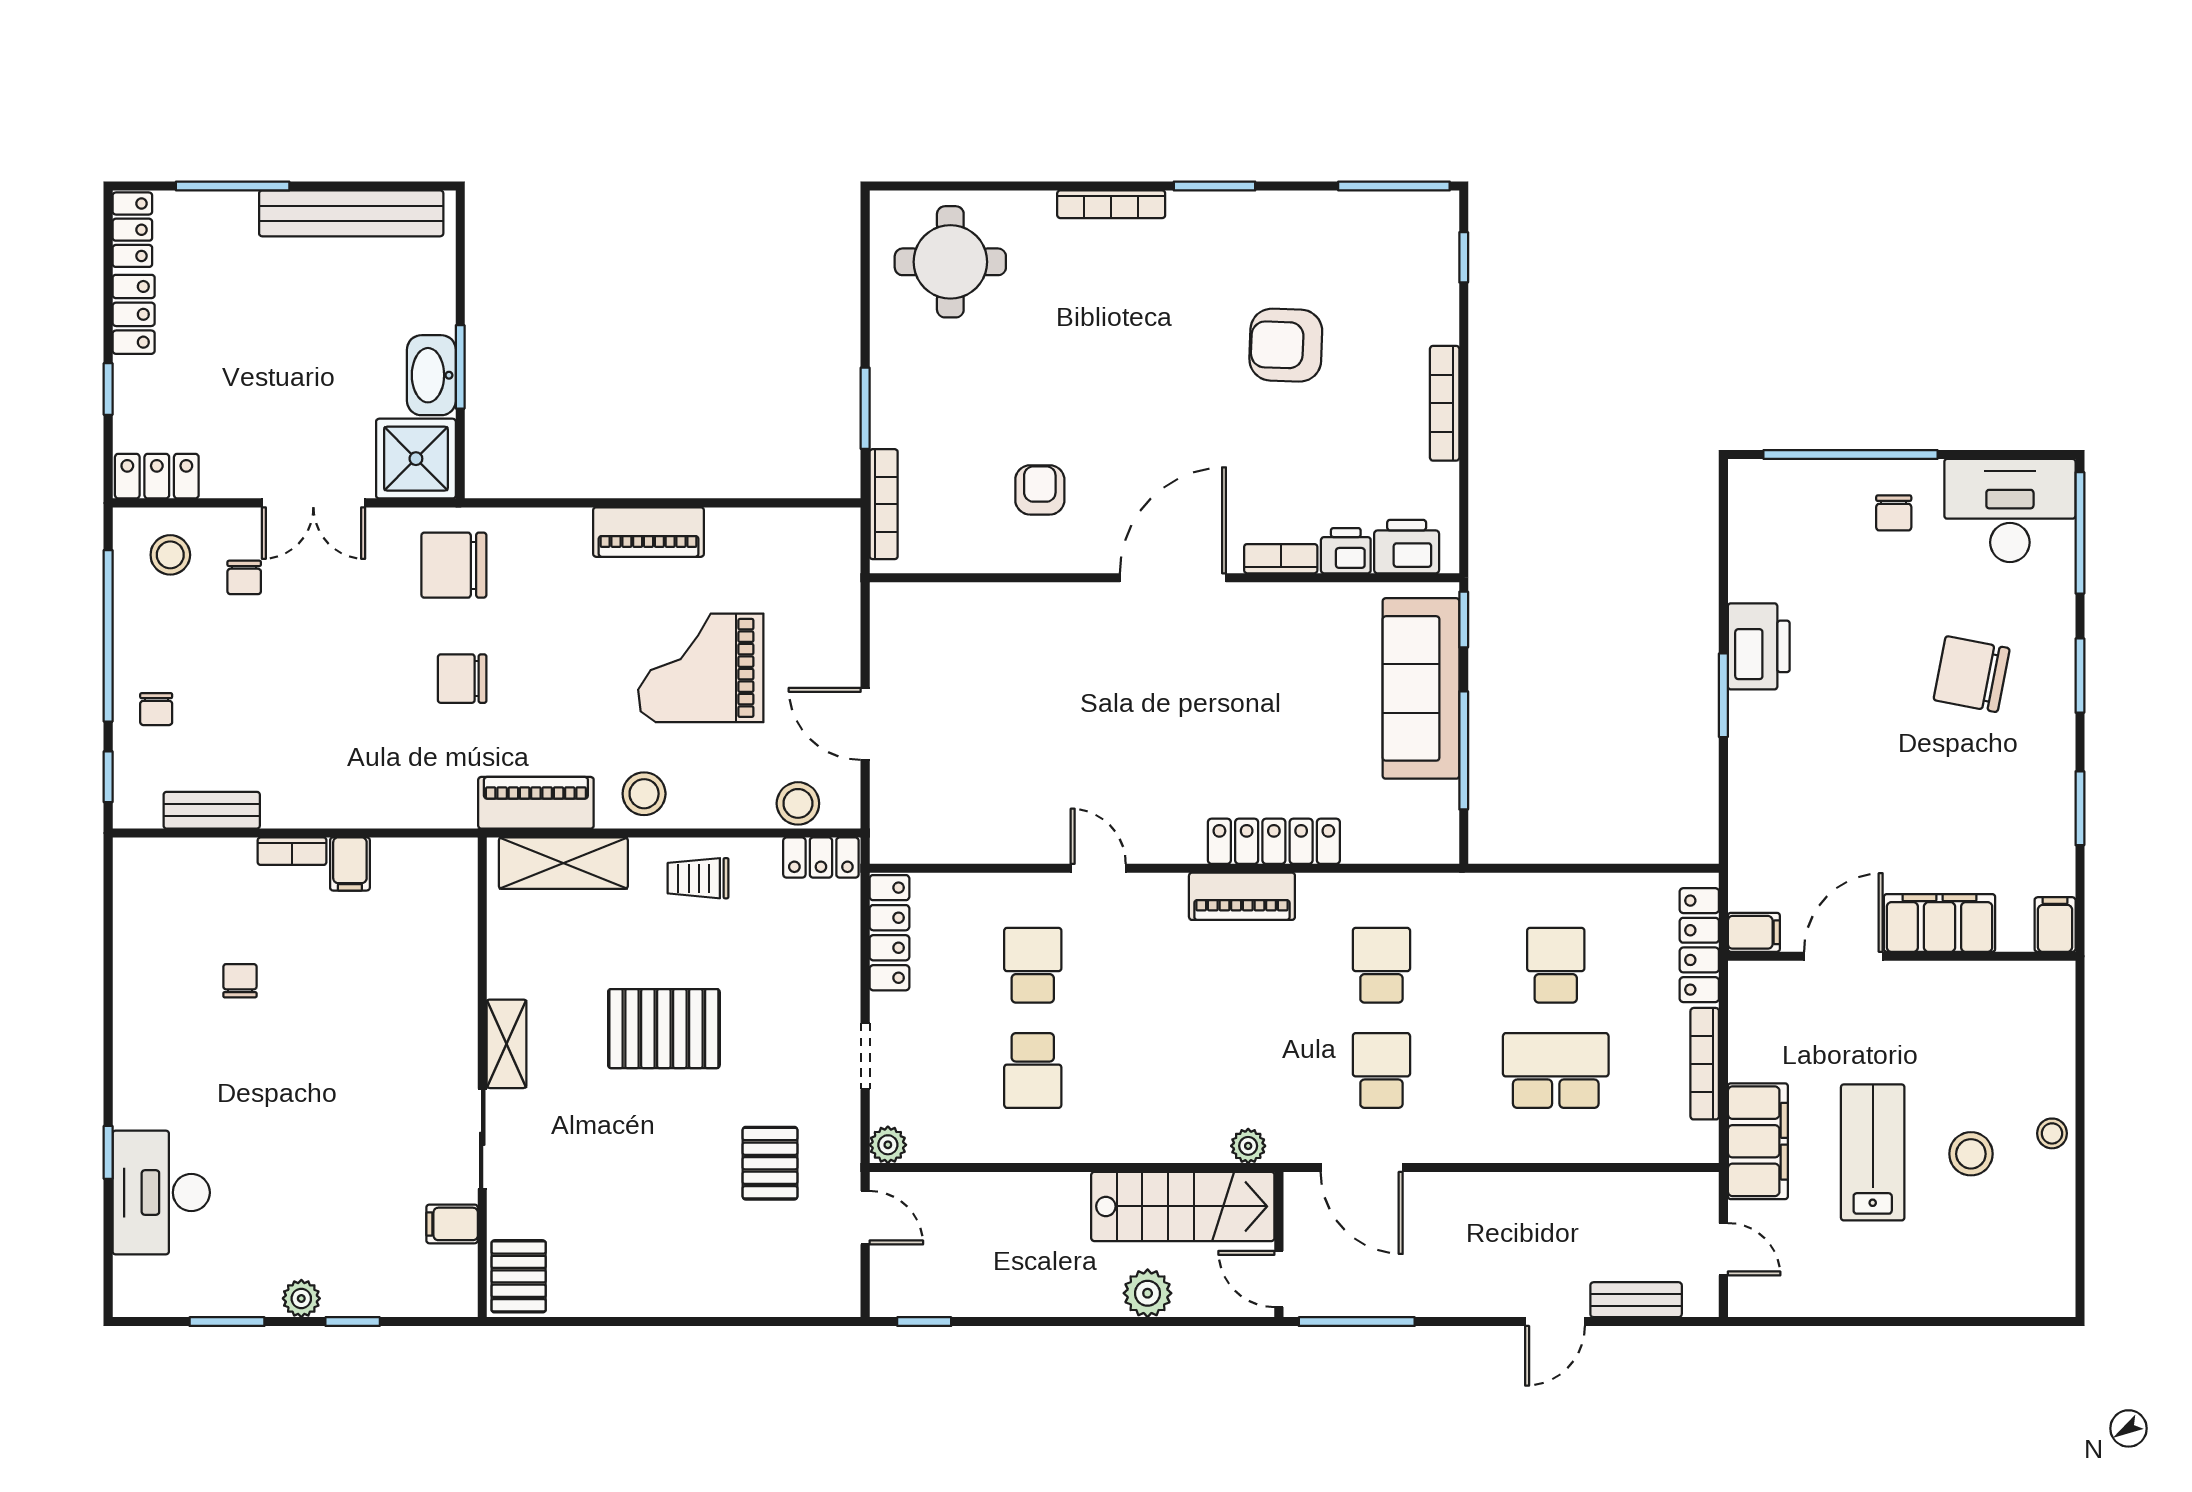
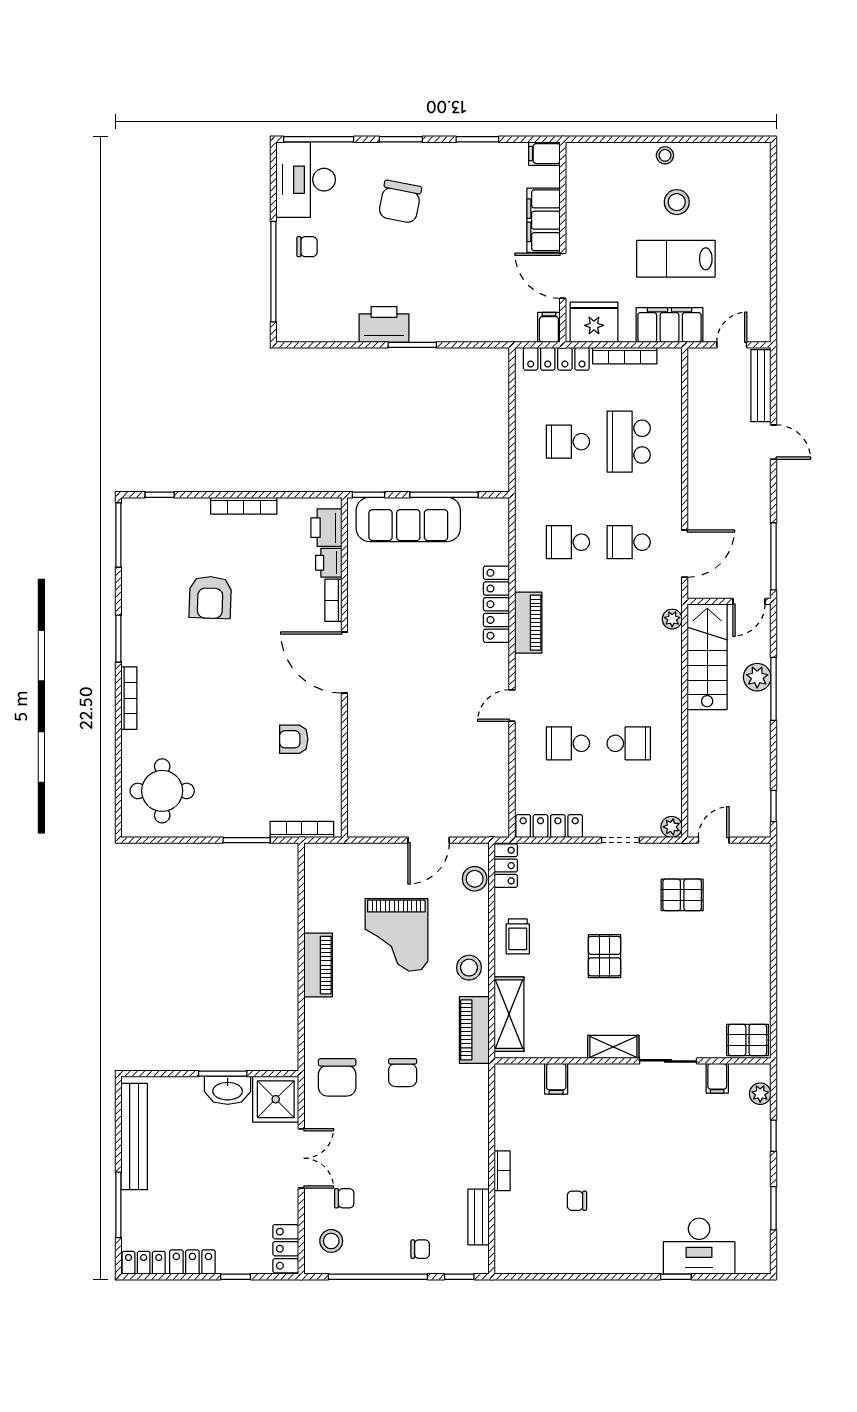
filing cabinet: (350, 864) -> (556, 1079), moved, turned 90
fridge: (1763, 1010) -> (594, 322), added
pallet: (664, 1029) -> (605, 956), width x0.67, depth x0.71
plant: (301, 1298) -> (760, 1094), moved
bench: (1636, 1300) -> (761, 386), width x1.36
window: (1127, 1322) -> (774, 689), added

